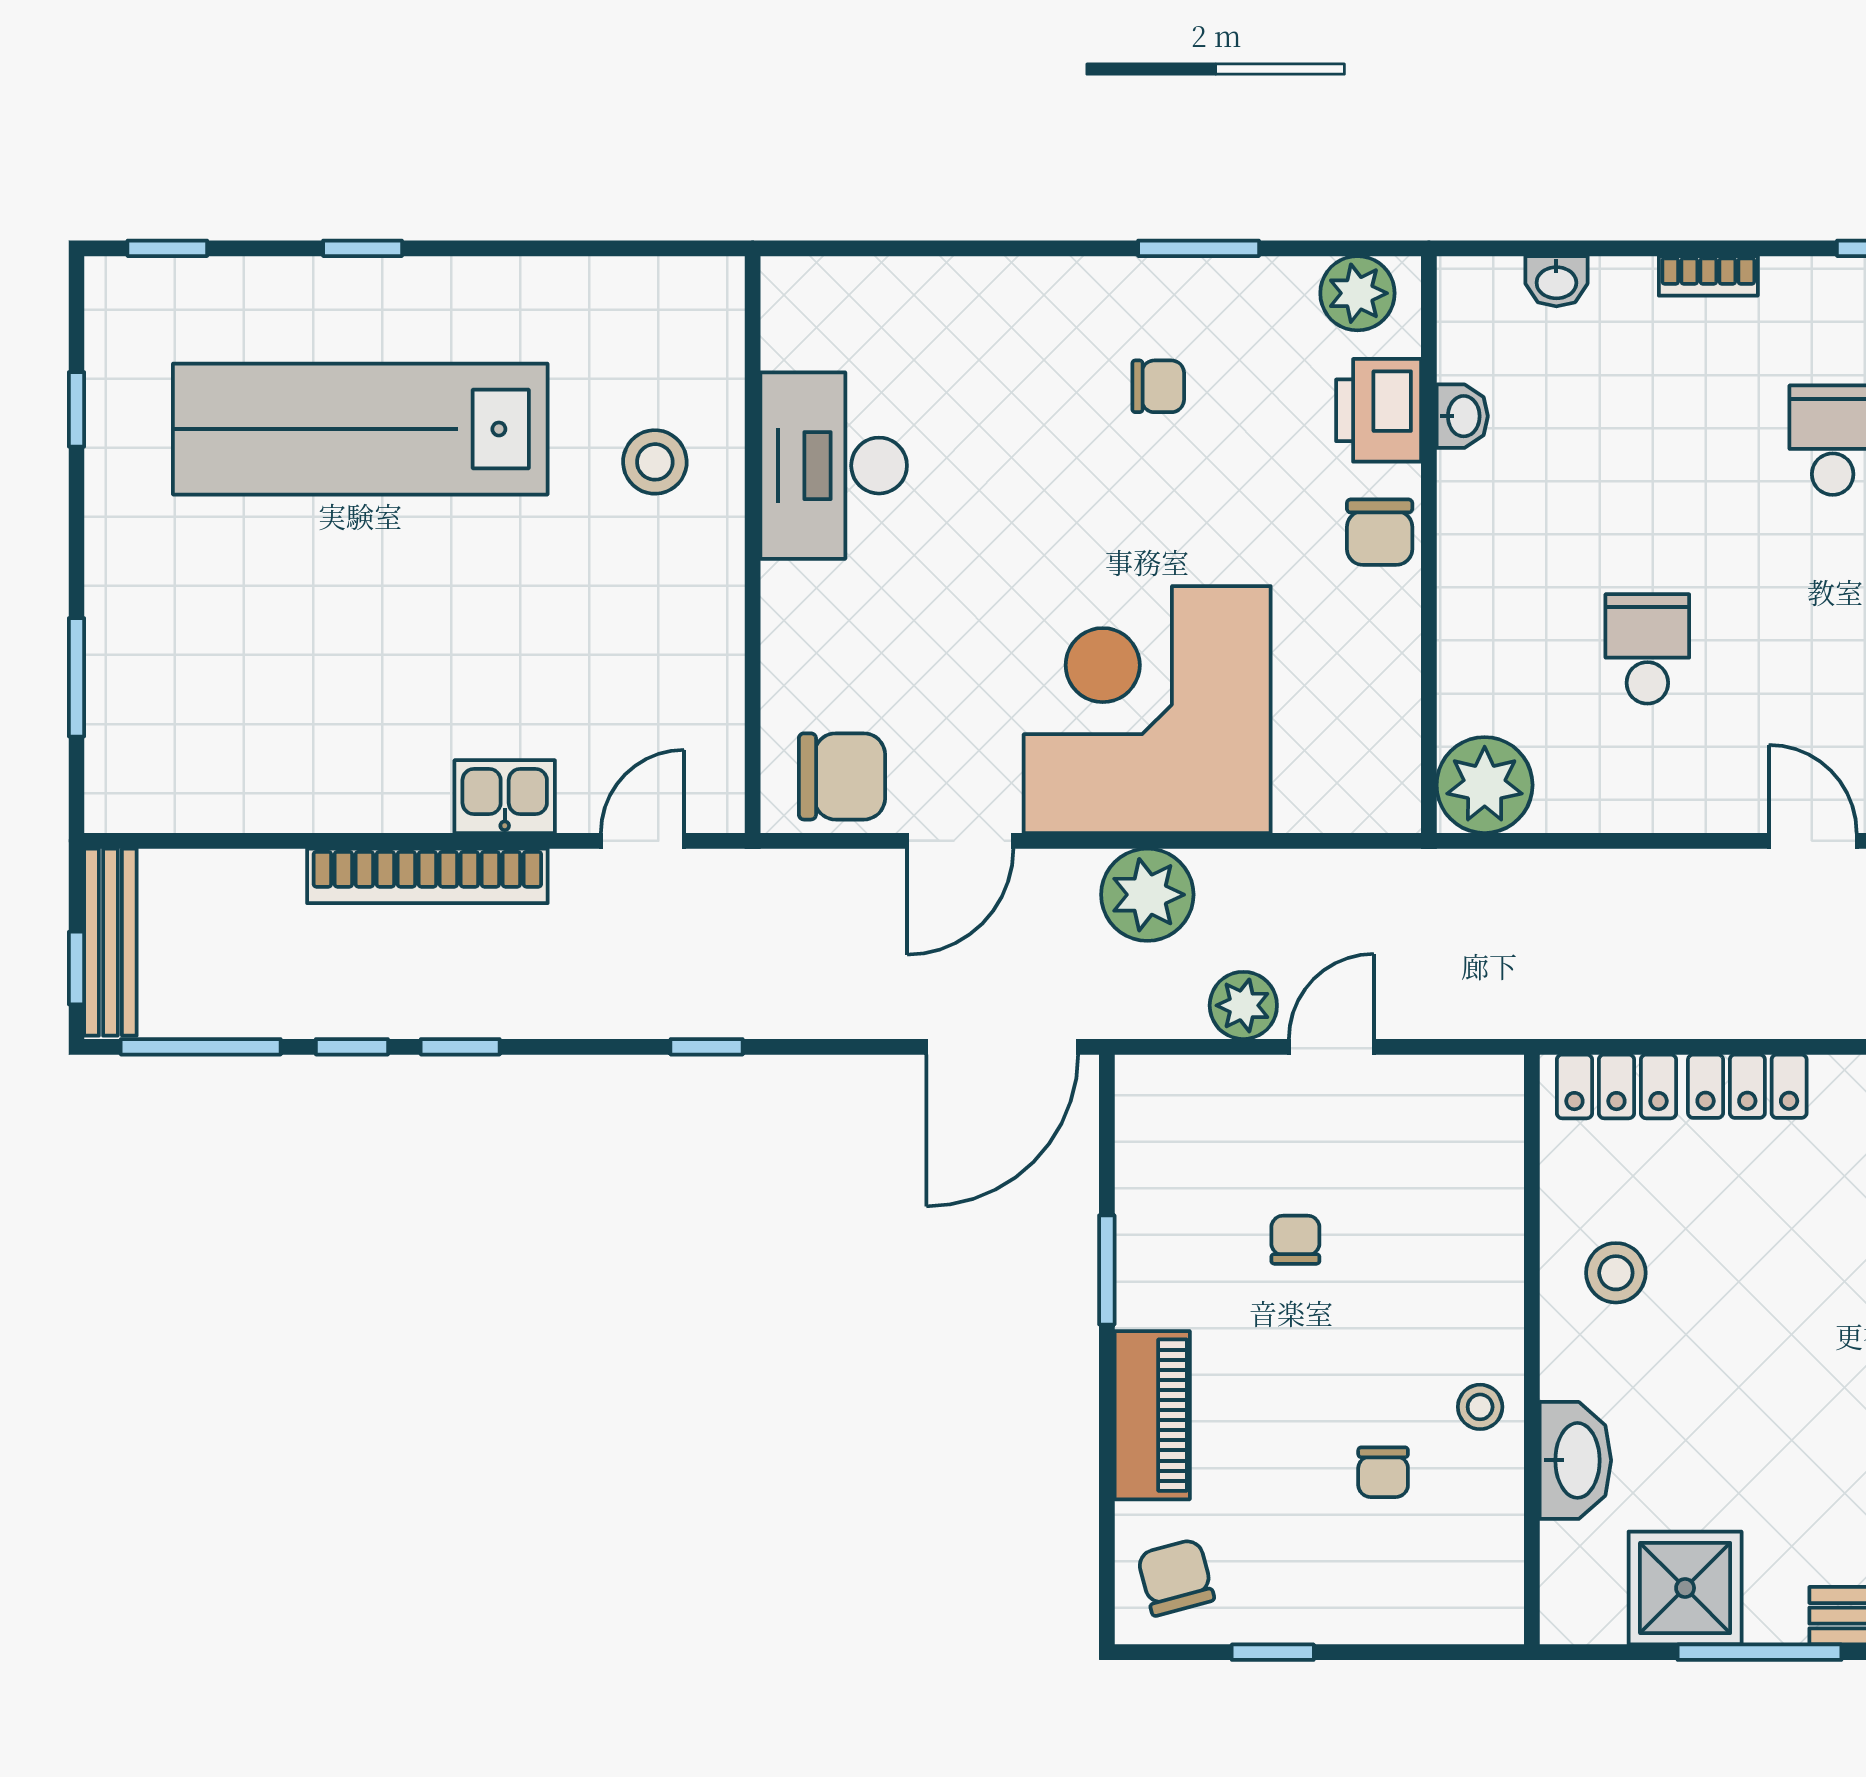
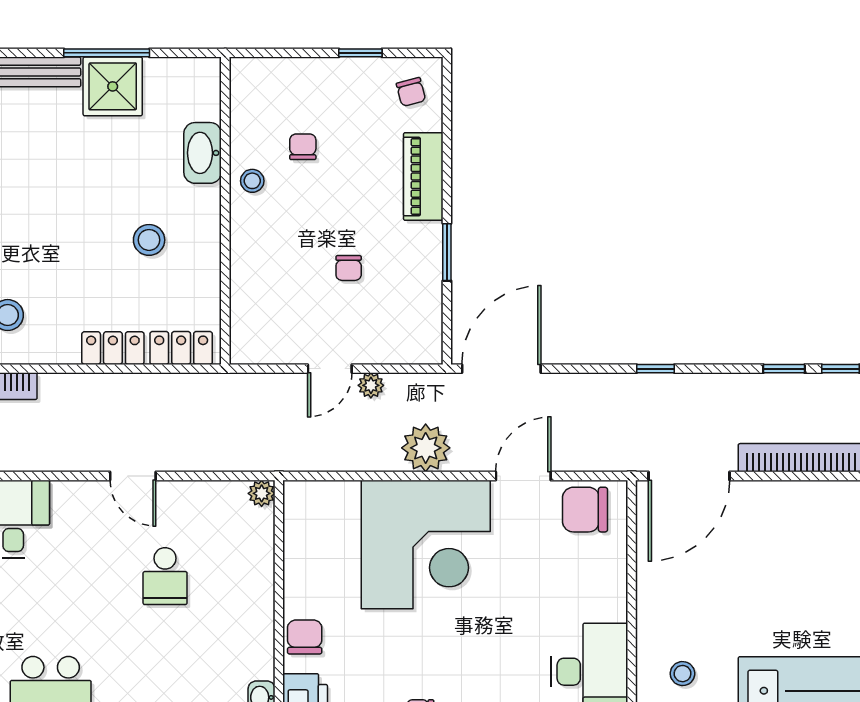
stool: (655, 462) -> (683, 674), width x0.73, depth x0.73
plant: (1485, 785) -> (262, 493), width x0.53, depth x0.53
kitchen sink: (505, 797) -> (761, 499), removed
door: (642, 841) -> (689, 476), width x1.87
door: (1813, 841) -> (133, 476), moved
plant: (1243, 1005) -> (371, 385), width x0.73, depth x0.73
stool: (1616, 1273) -> (149, 240), moved
chair: (1176, 1577) -> (411, 92), width x0.73, depth x0.73
shower: (1685, 1588) -> (113, 86), moved

